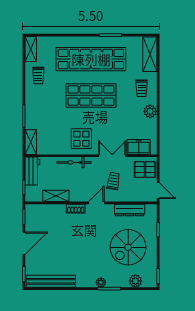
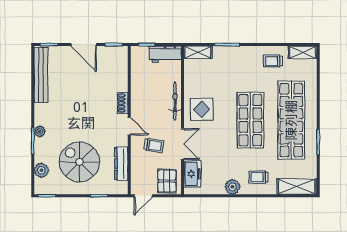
shelving: (56, 196) -> (137, 81), removed

